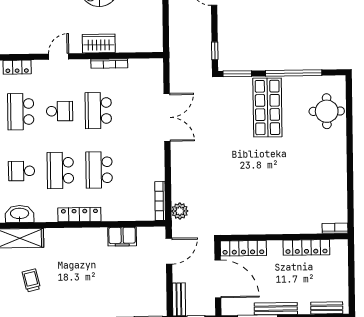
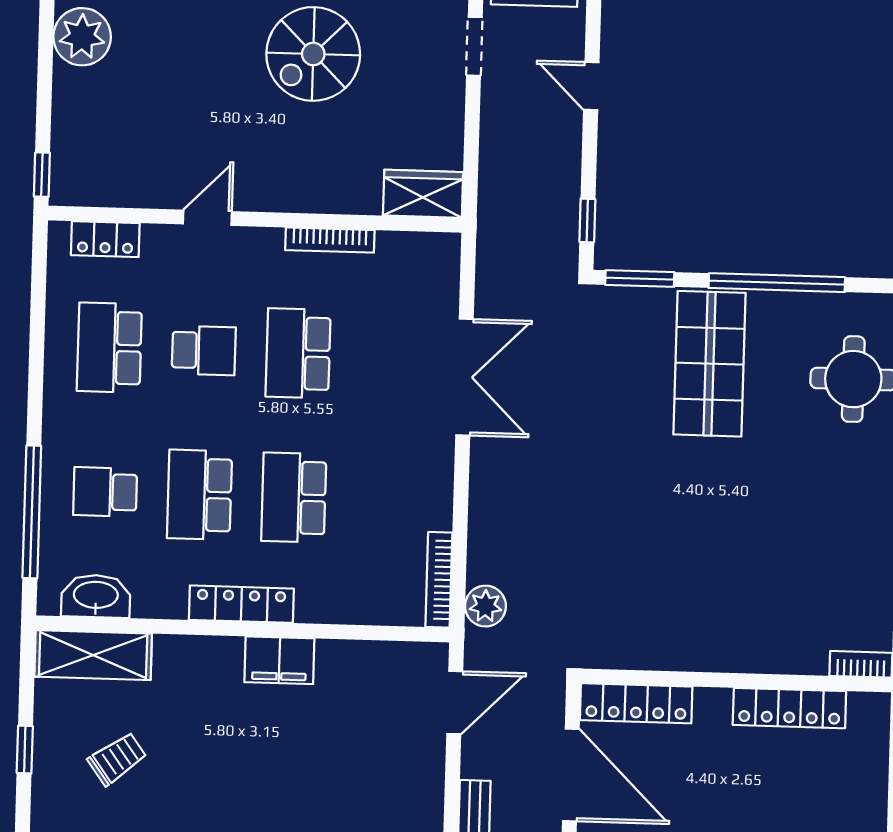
wardrobe: (99, 44) -> (423, 194), moved
filing cabinet: (122, 237) -> (279, 660), moved
trolley: (31, 280) -> (117, 759), turned 67

